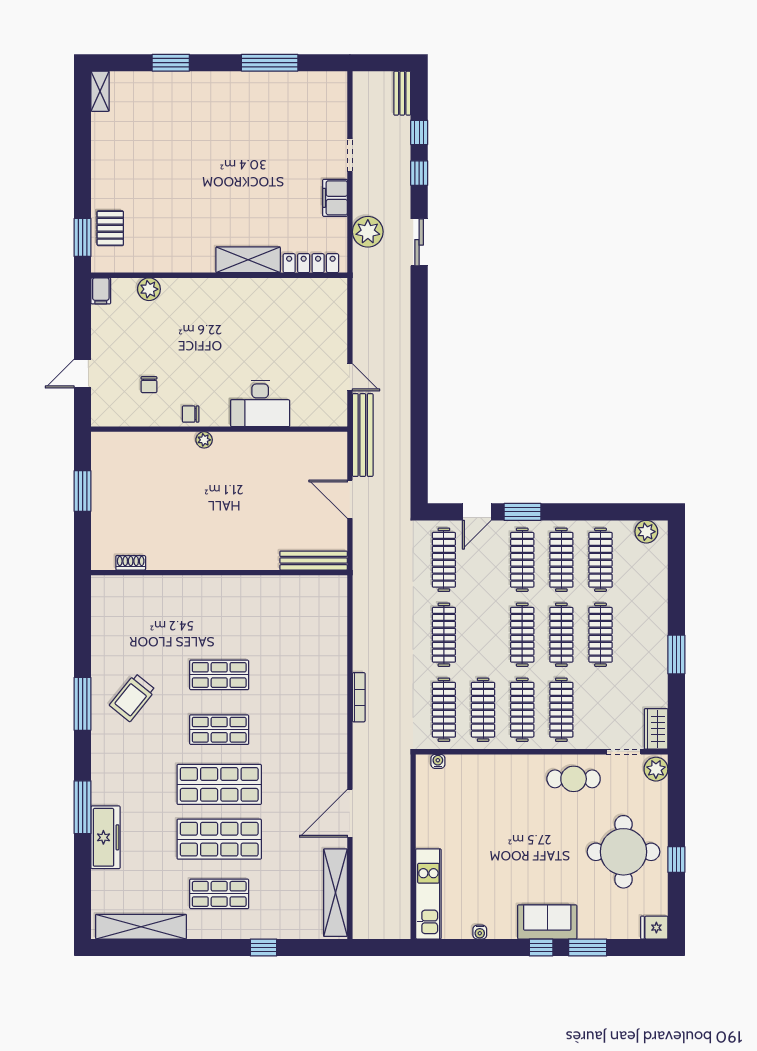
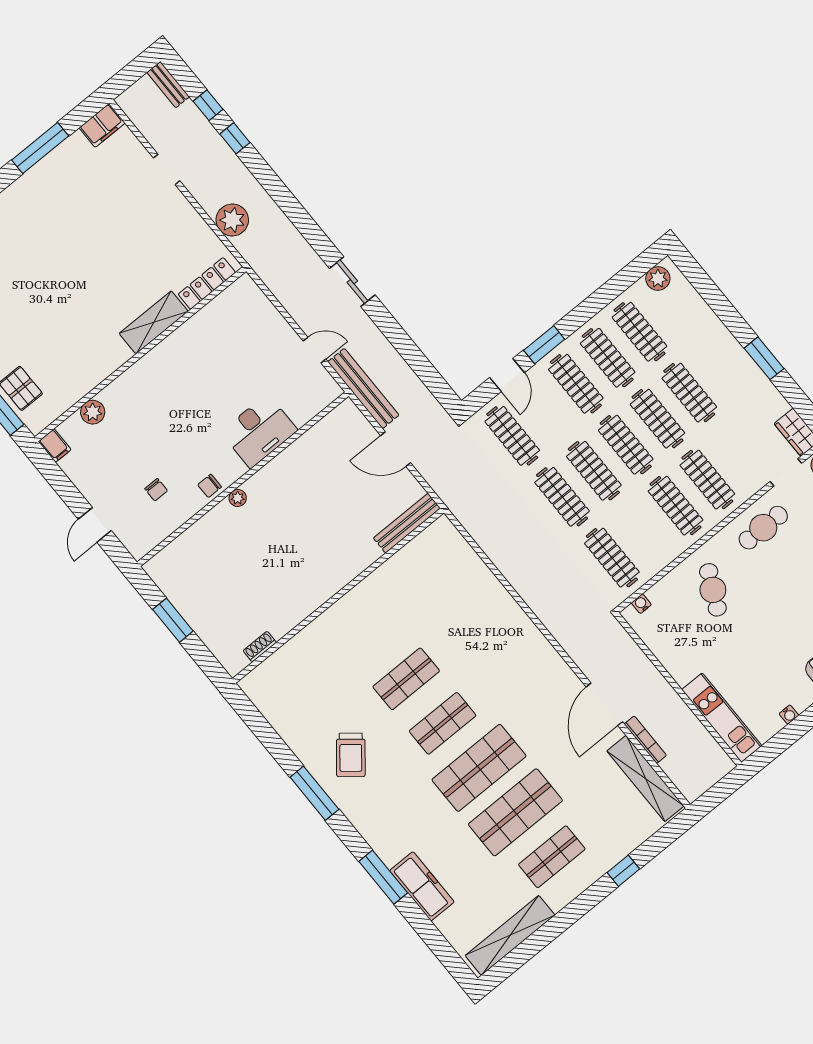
filing cabinet: (335, 198) -> (102, 125), moved, turned -90
sliding door: (419, 242) -> (352, 282), moved
bookcase: (359, 697) -> (645, 740), moved
clothes rail: (483, 710) -> (594, 471), moved
cafe table: (499, 794) -> (713, 590), added

